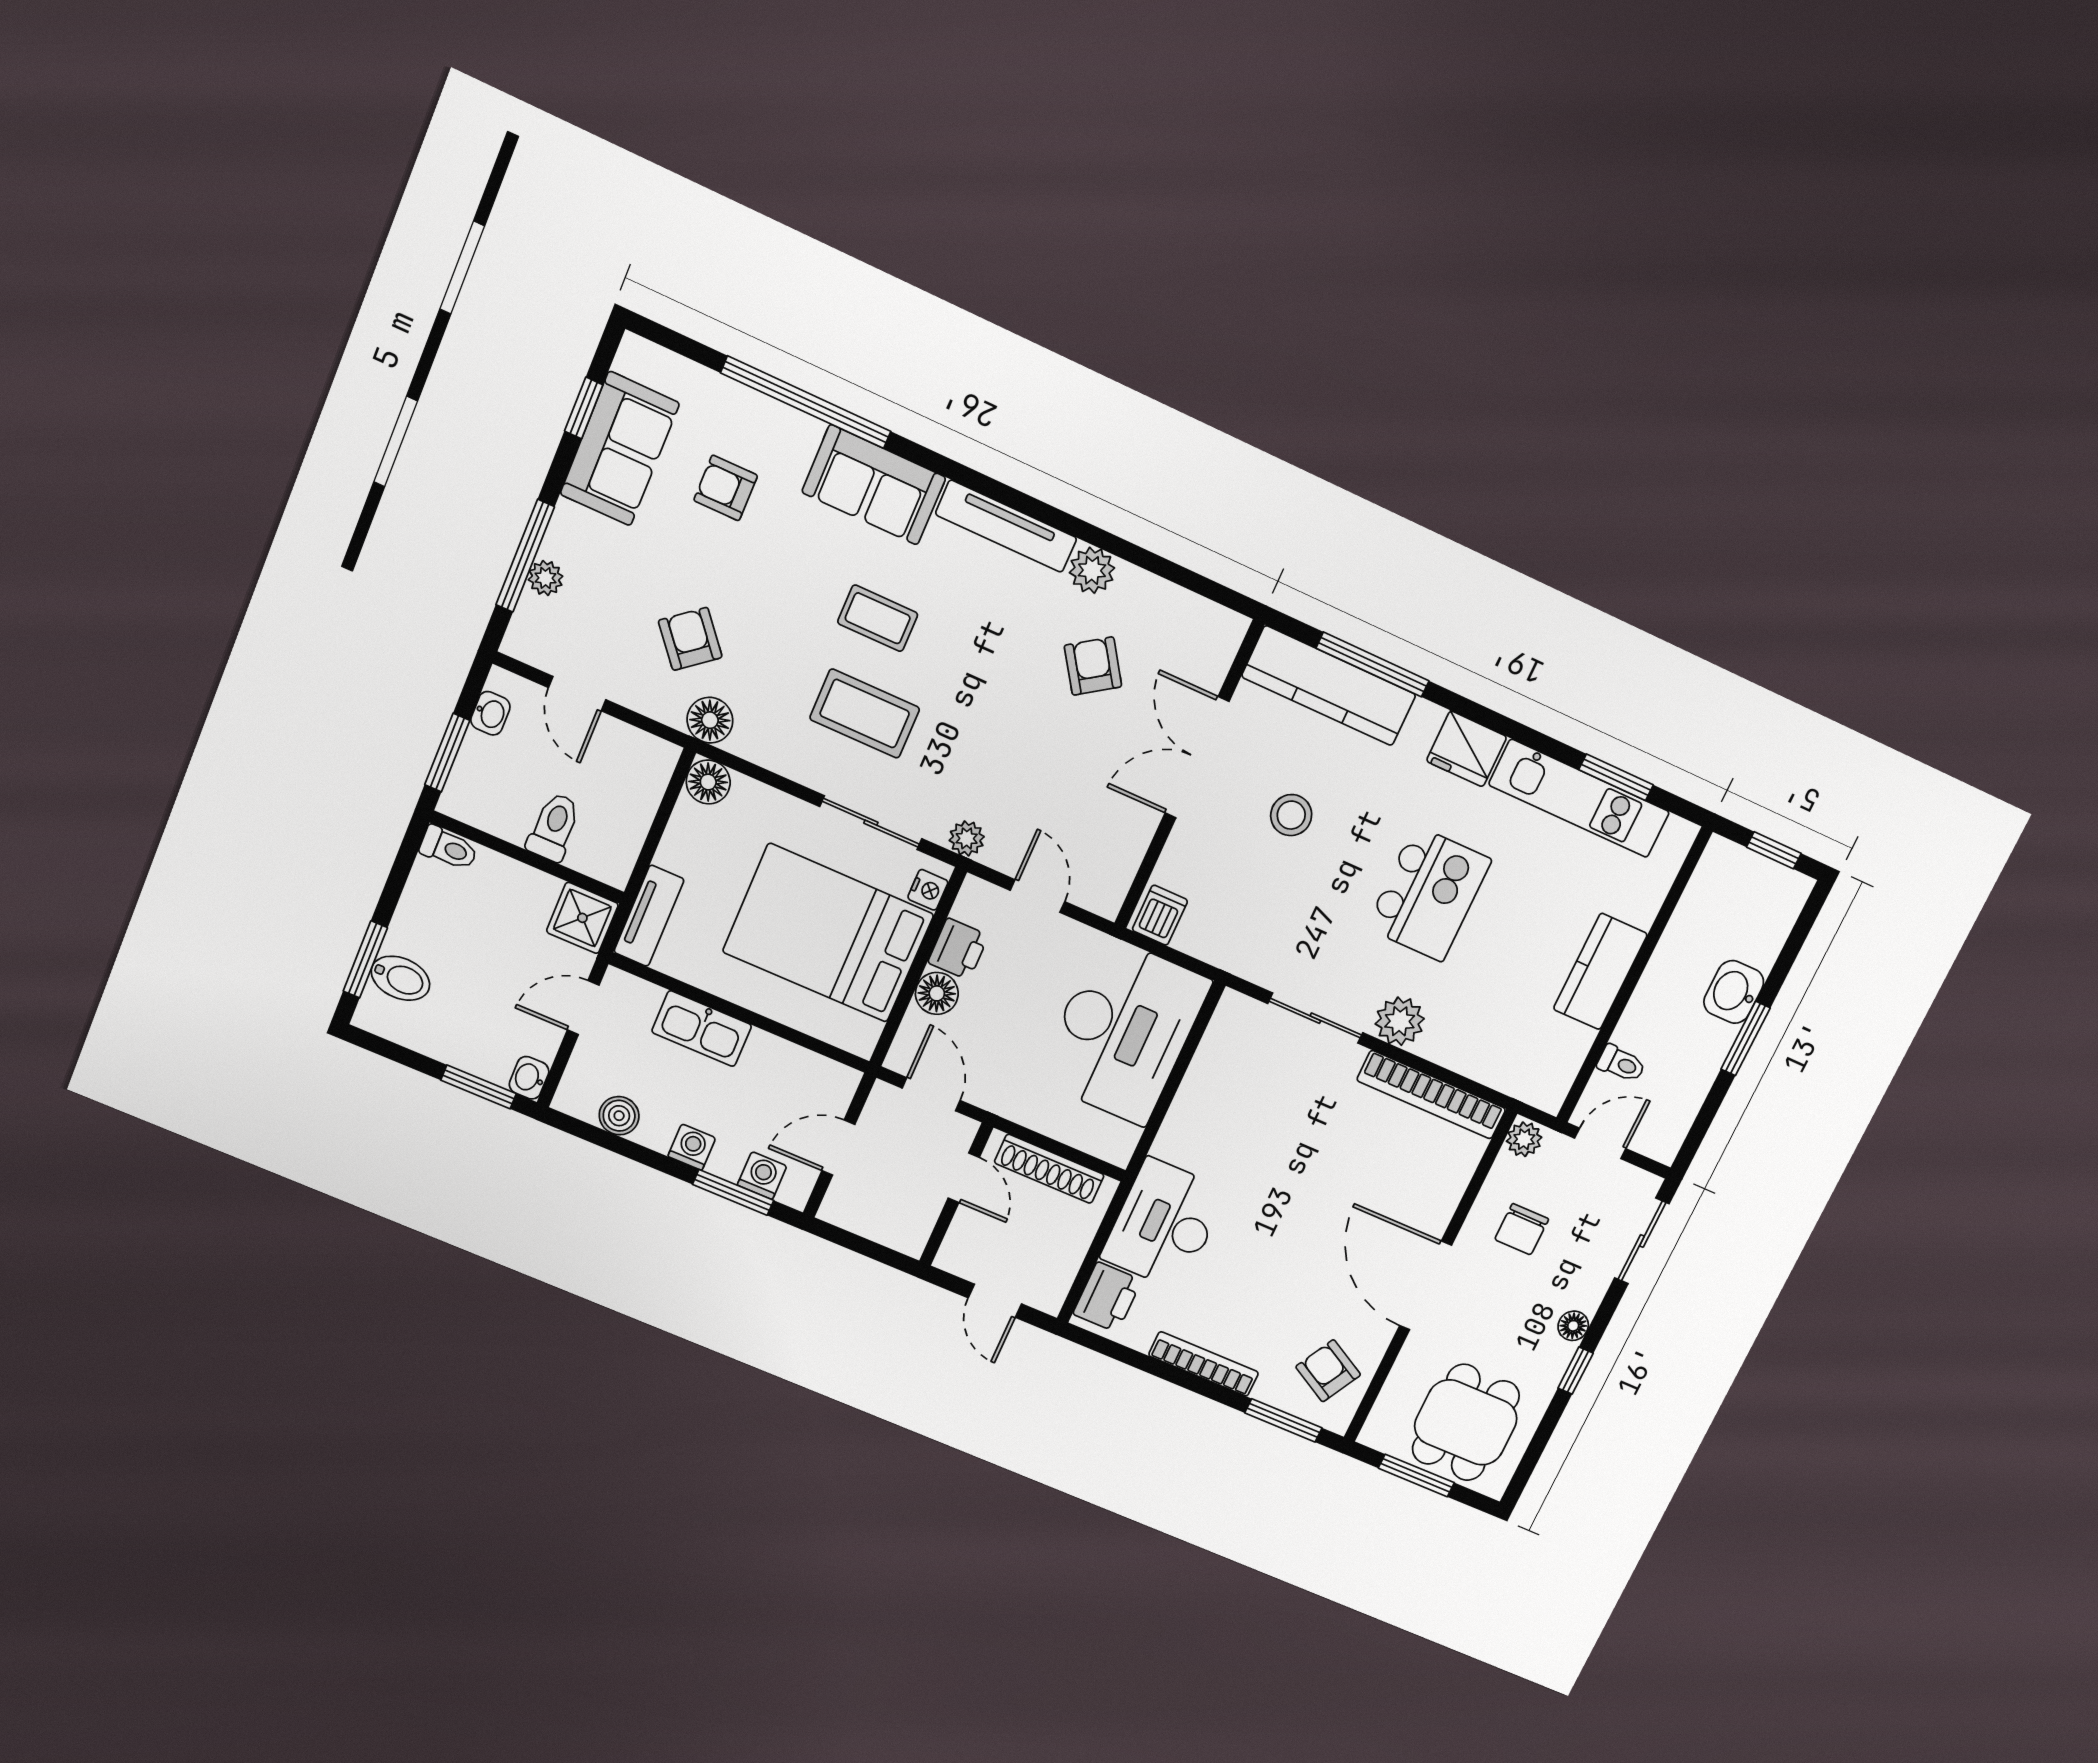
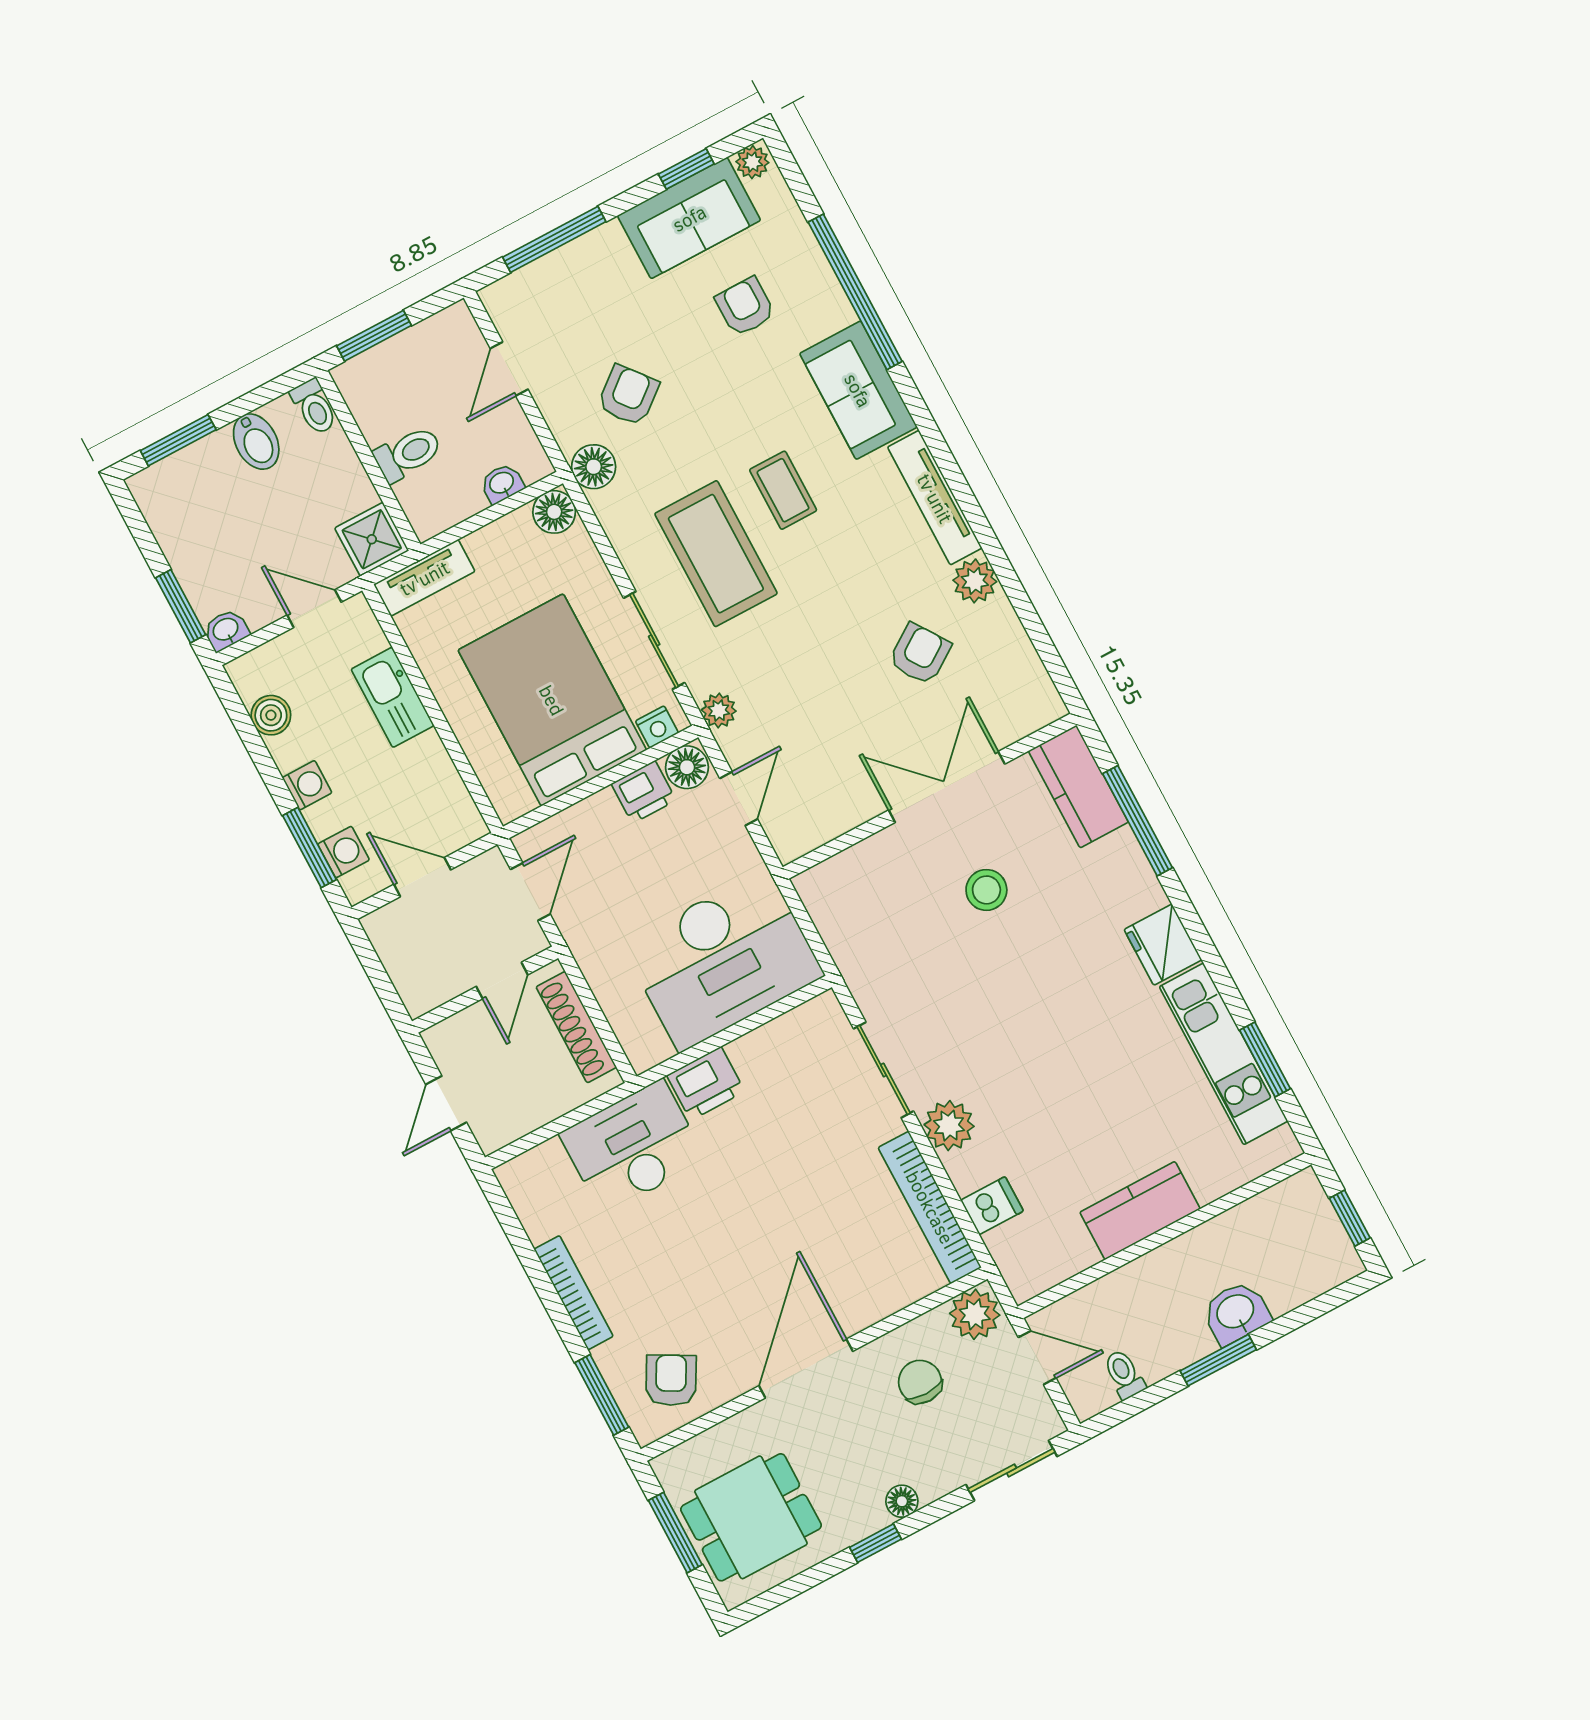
plant: (546, 578) -> (752, 162), moved
kitchen counter: (1329, 686) -> (1078, 787), width x0.67
washbasin: (490, 713) -> (502, 483), moved, turned 180
coffee table: (865, 714) -> (716, 554), width x1.36, depth x1.32
kitchen island: (1429, 894) -> (1049, 1038), removed
dishwasher: (1160, 915) -> (992, 1206), moved
bidet: (400, 978) -> (256, 442), moved
floor lamp: (937, 993) -> (687, 767), moved
toilet: (1621, 1064) -> (1124, 1374), moved, turned 180
plant: (1524, 1139) -> (975, 1314), width x1.38, depth x1.38
chair: (1522, 1229) -> (920, 1382), turned 90
printer: (1107, 1297) -> (706, 1083), moved

